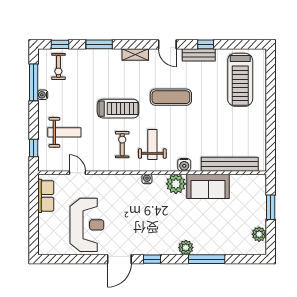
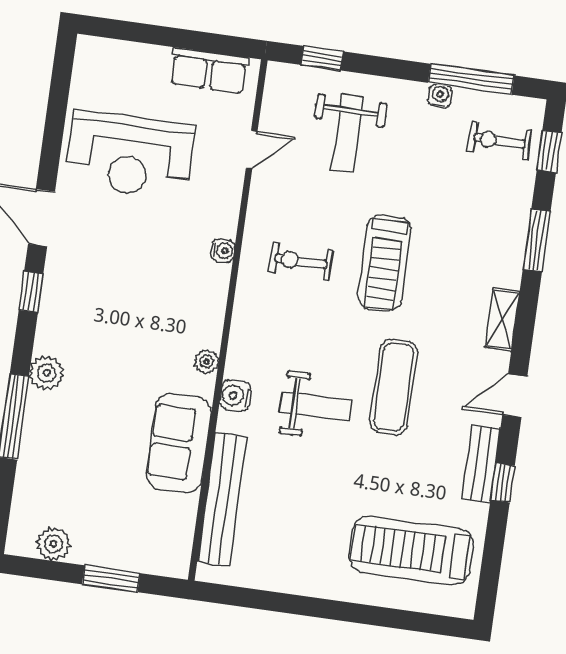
weight bench: (152, 144) -> (315, 406), moved
exercise bike: (122, 145) -> (301, 261), turned 180
water cooler: (147, 179) -> (223, 251), moved
plant: (176, 184) -> (206, 362), width x0.53, depth x0.53

